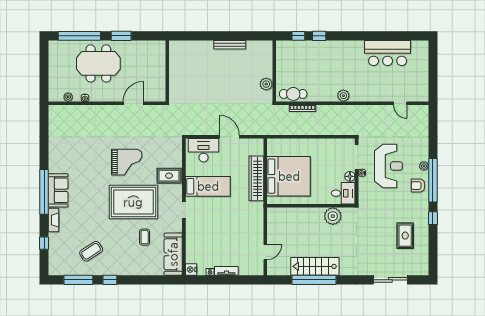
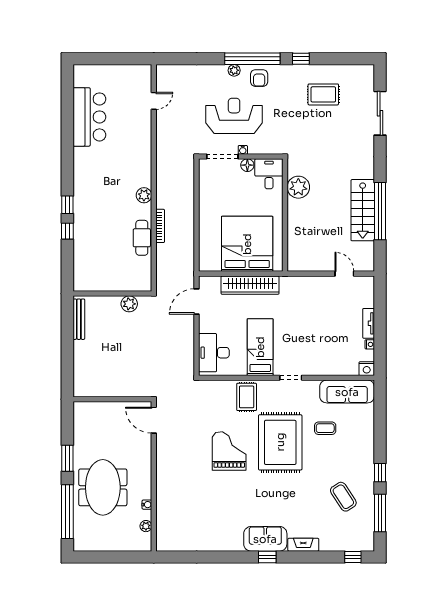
wall: (274, 71) -> (112, 294), moved
plant: (266, 84) -> (129, 304), moved
plant: (343, 96) -> (144, 195), moved
door: (133, 103) -> (154, 420), moved
door: (229, 137) -> (197, 301), moved
window: (44, 192) -> (267, 557), width x0.32
window: (44, 243) -> (353, 557), moved

